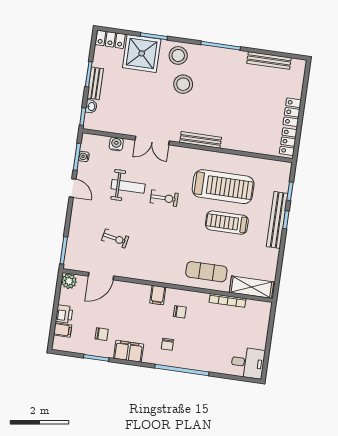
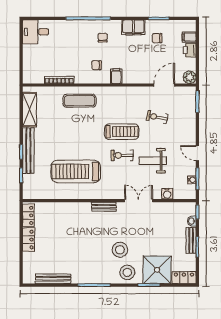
bench: (201, 140) -> (104, 207), width x0.73
treadmill: (227, 223) -> (122, 132), moved
shelving: (251, 287) -> (30, 110), moved, turned 90

